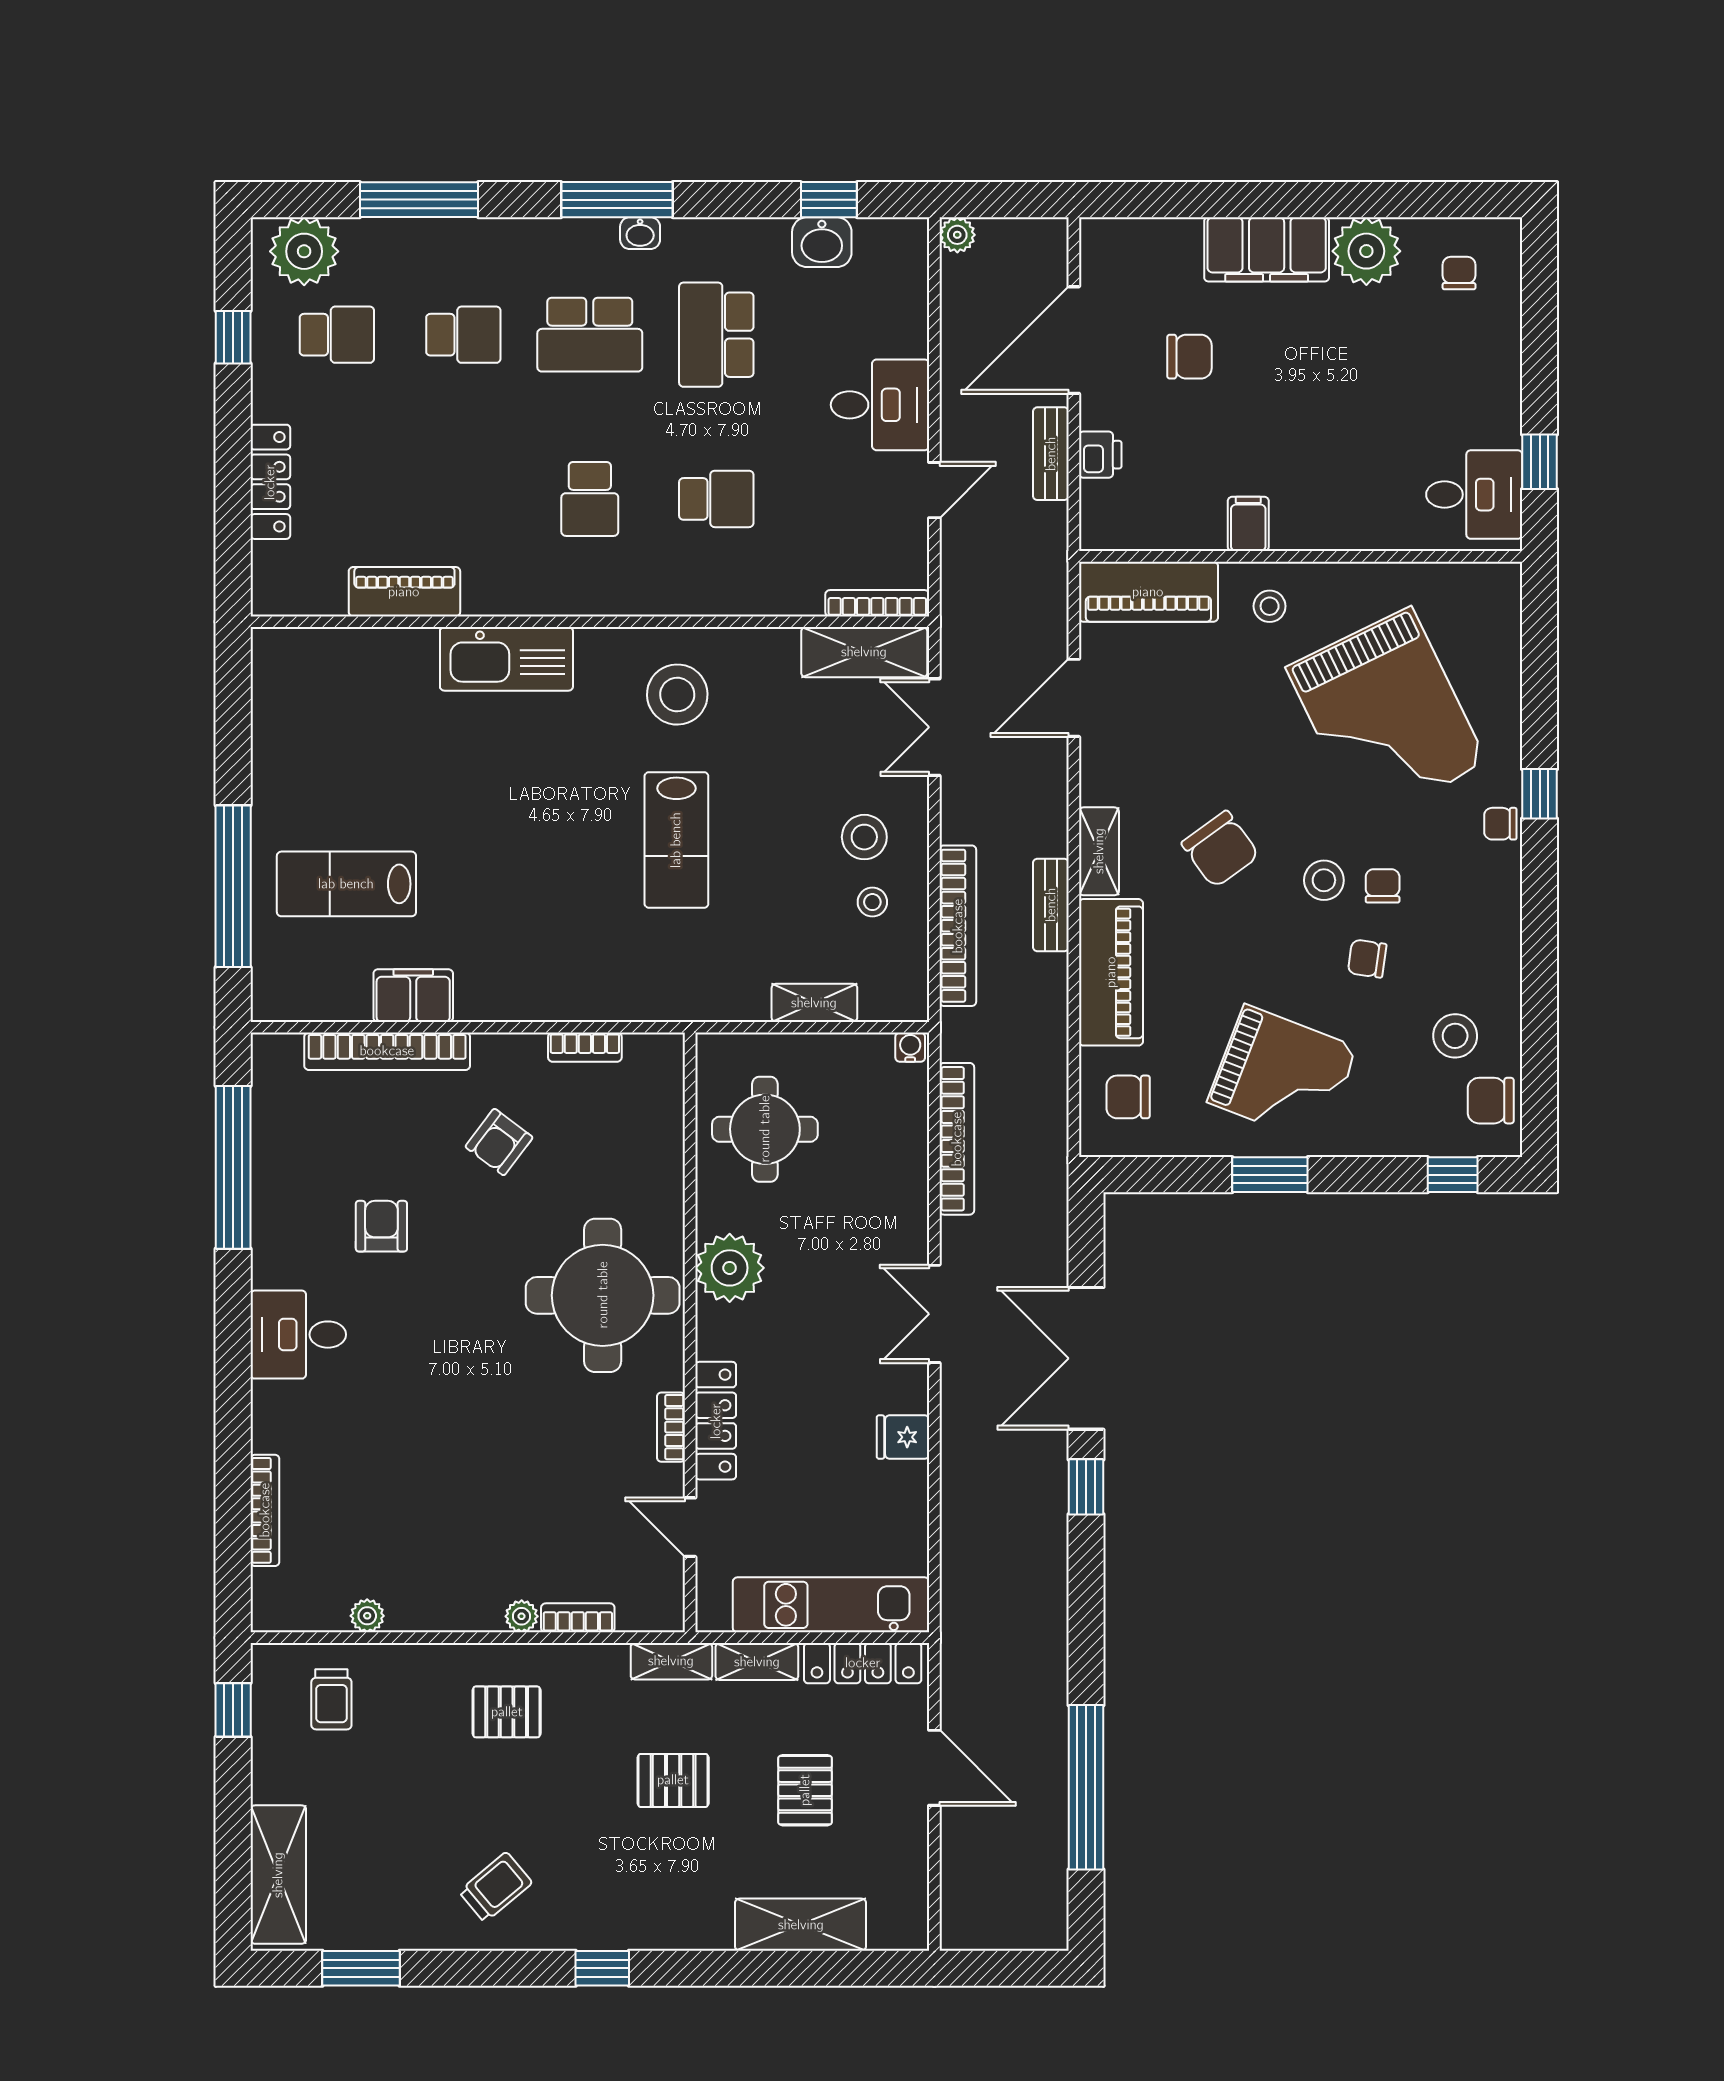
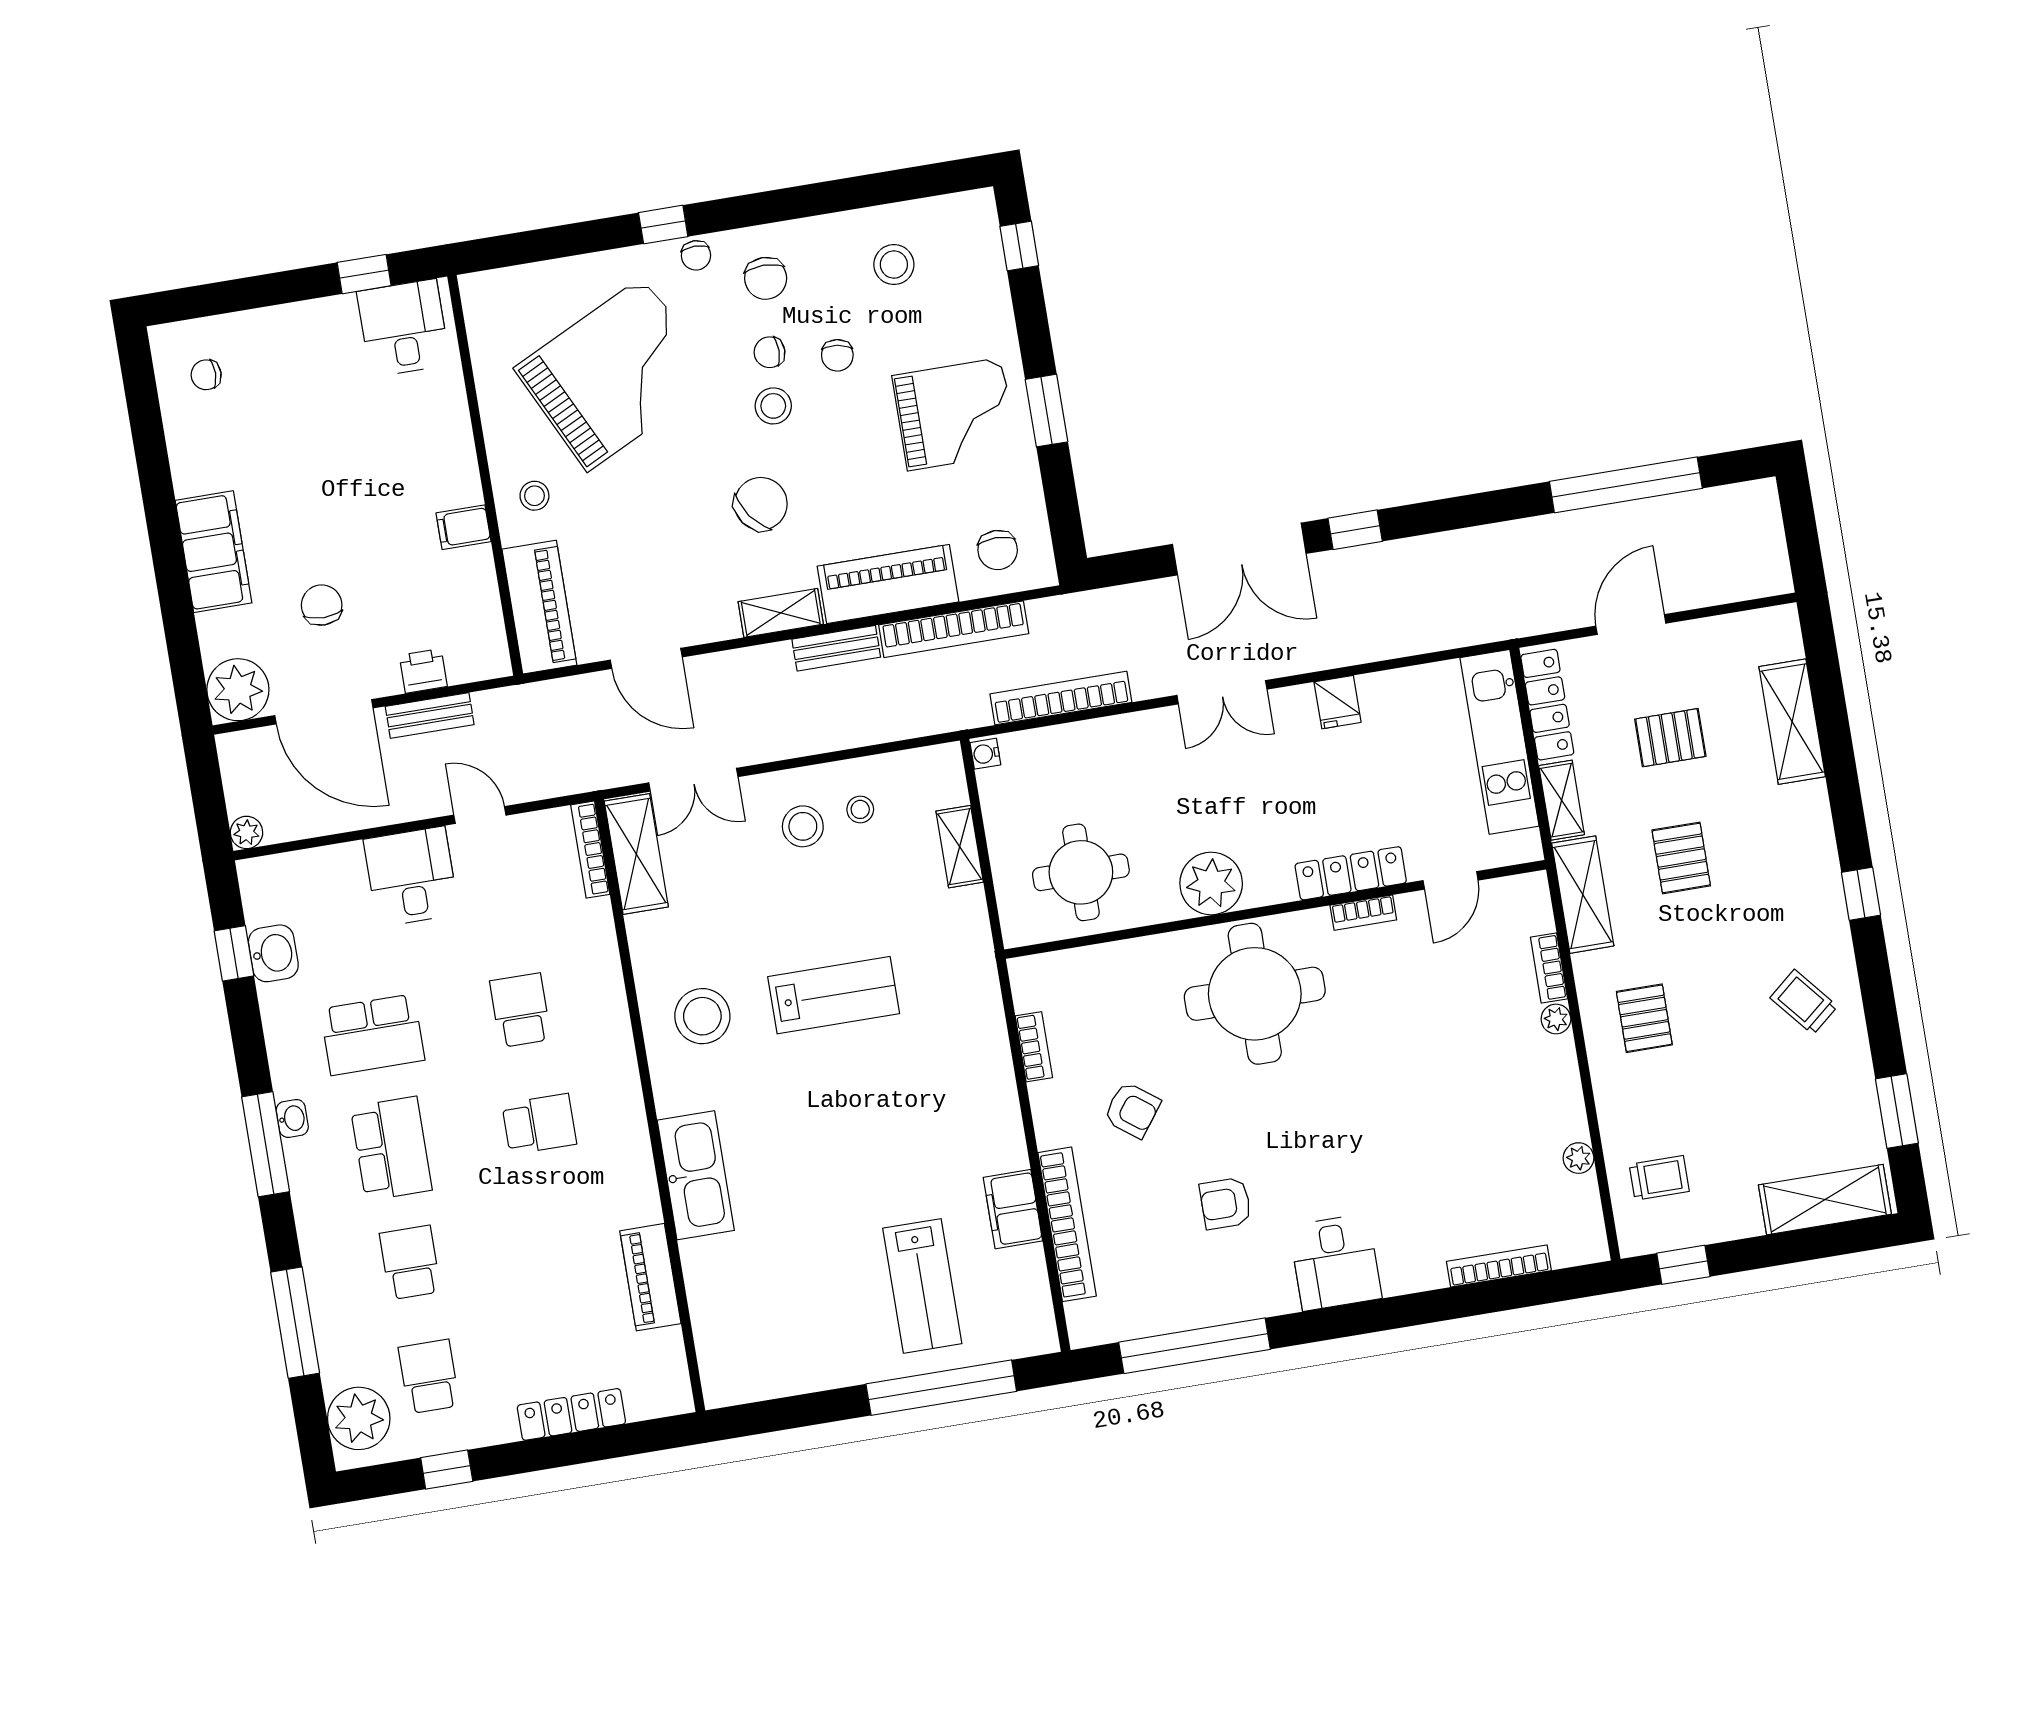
plant: (1366, 251) -> (238, 690), moved
bookcase: (958, 926) -> (954, 629), moved, turned 180
grand piano: (1283, 1075) -> (955, 414), turned 69
chair: (1491, 1101) -> (766, 278), moved
shelving: (671, 1661) -> (1583, 895), width x1.50, depth x1.33

